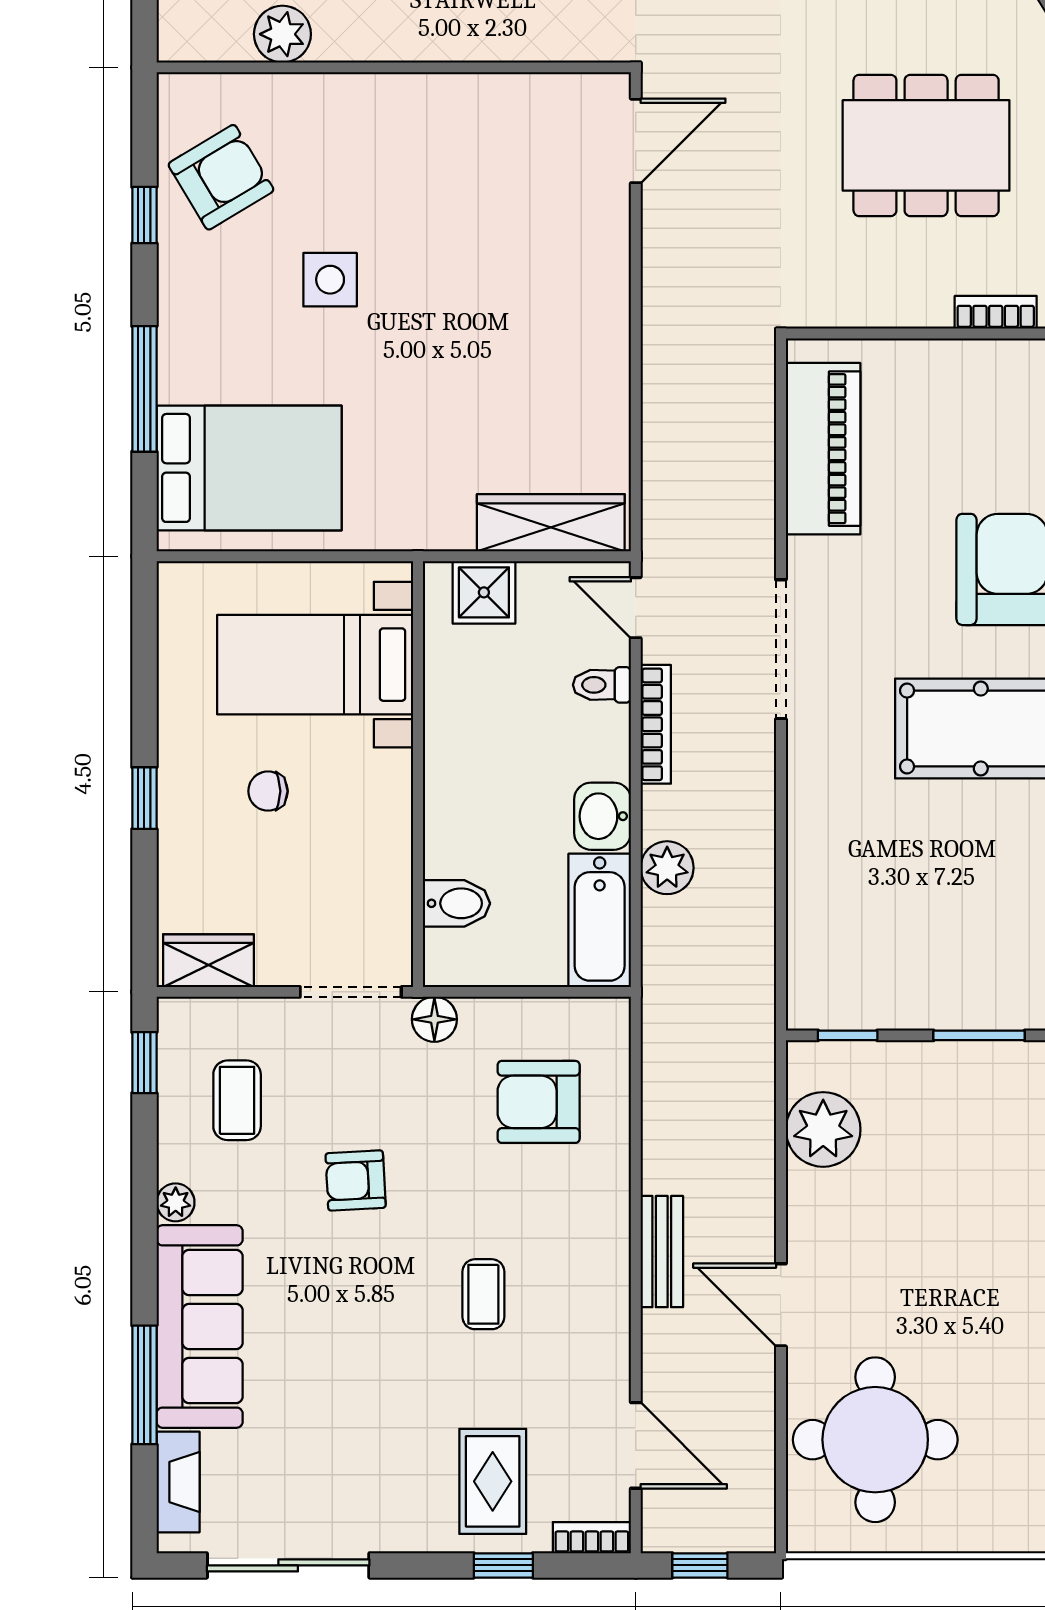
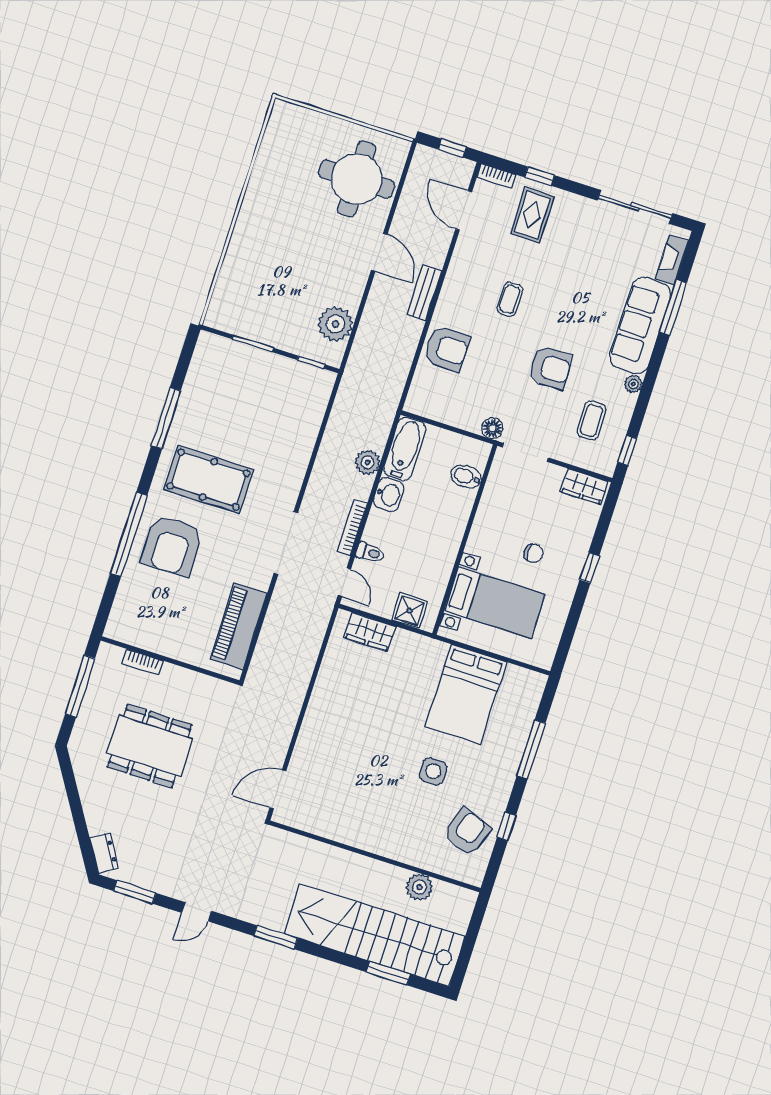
armchair: (221, 177) -> (467, 832), turned 140
bed: (249, 468) -> (466, 694), moved, turned -90
wardrobe: (551, 523) -> (370, 632), width x0.67
armchair: (539, 1102) -> (447, 349), moved
armchair: (356, 1181) -> (550, 368), width x1.38, depth x1.38

